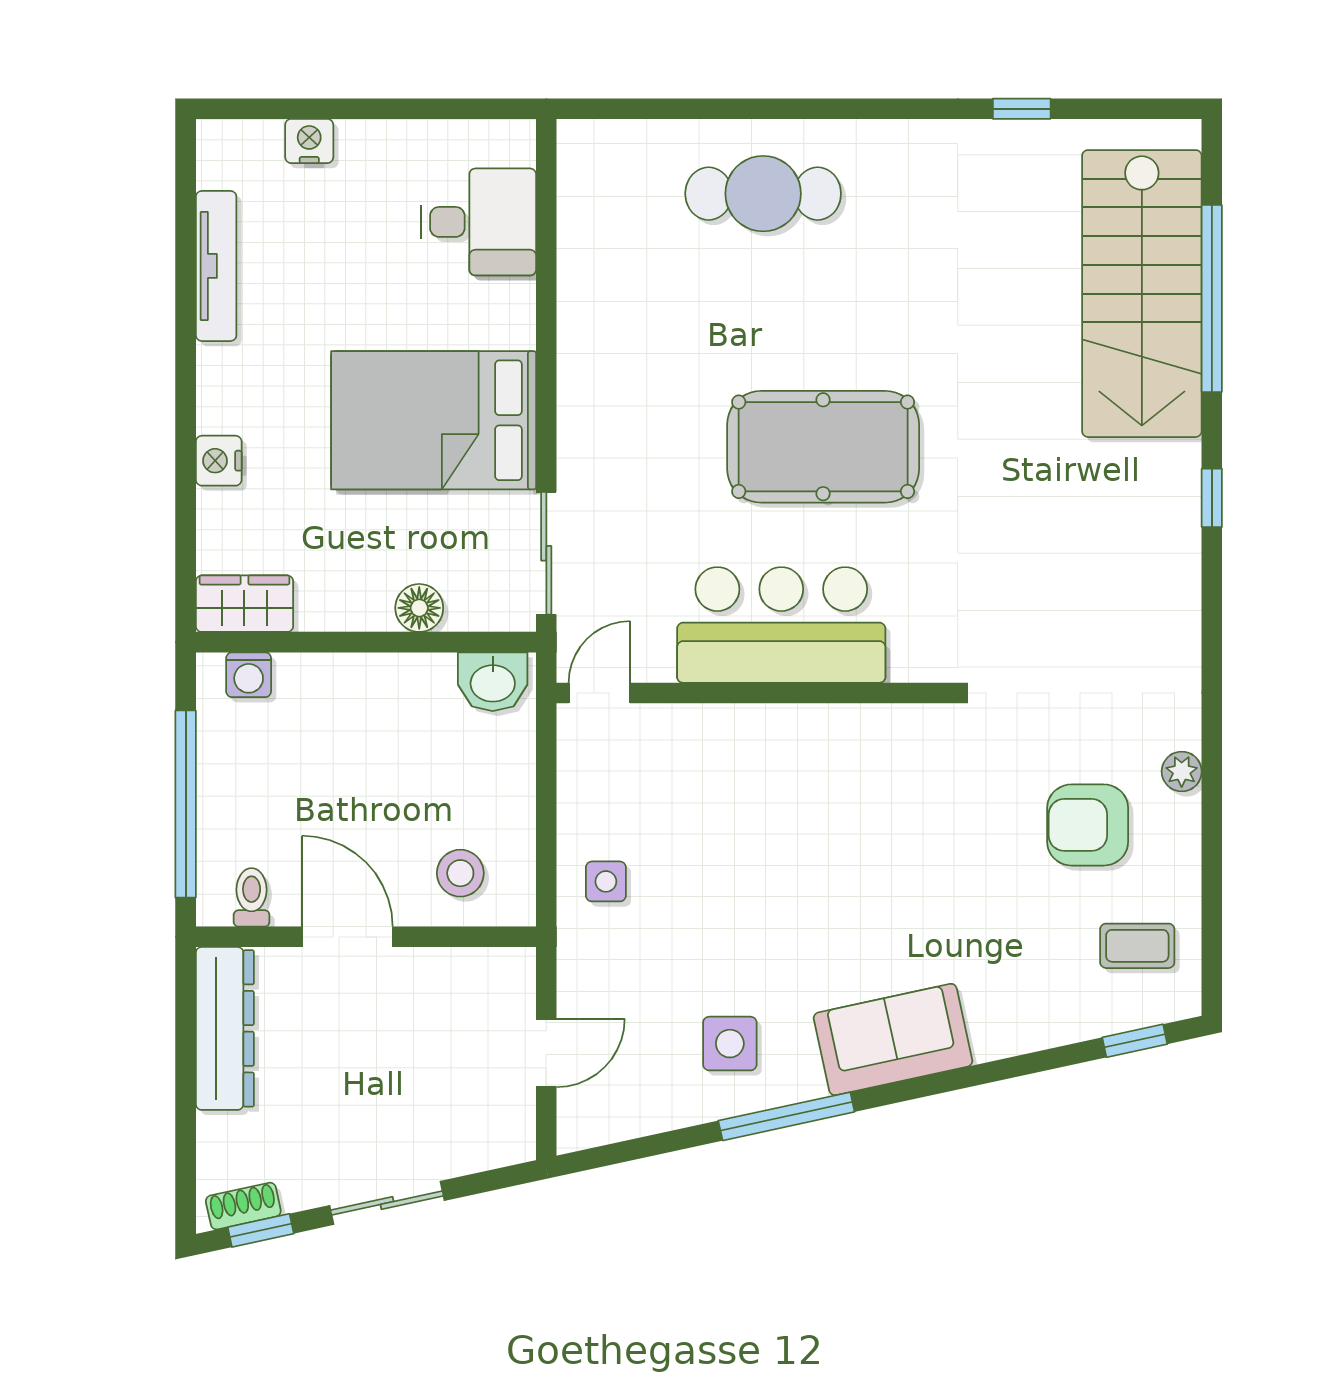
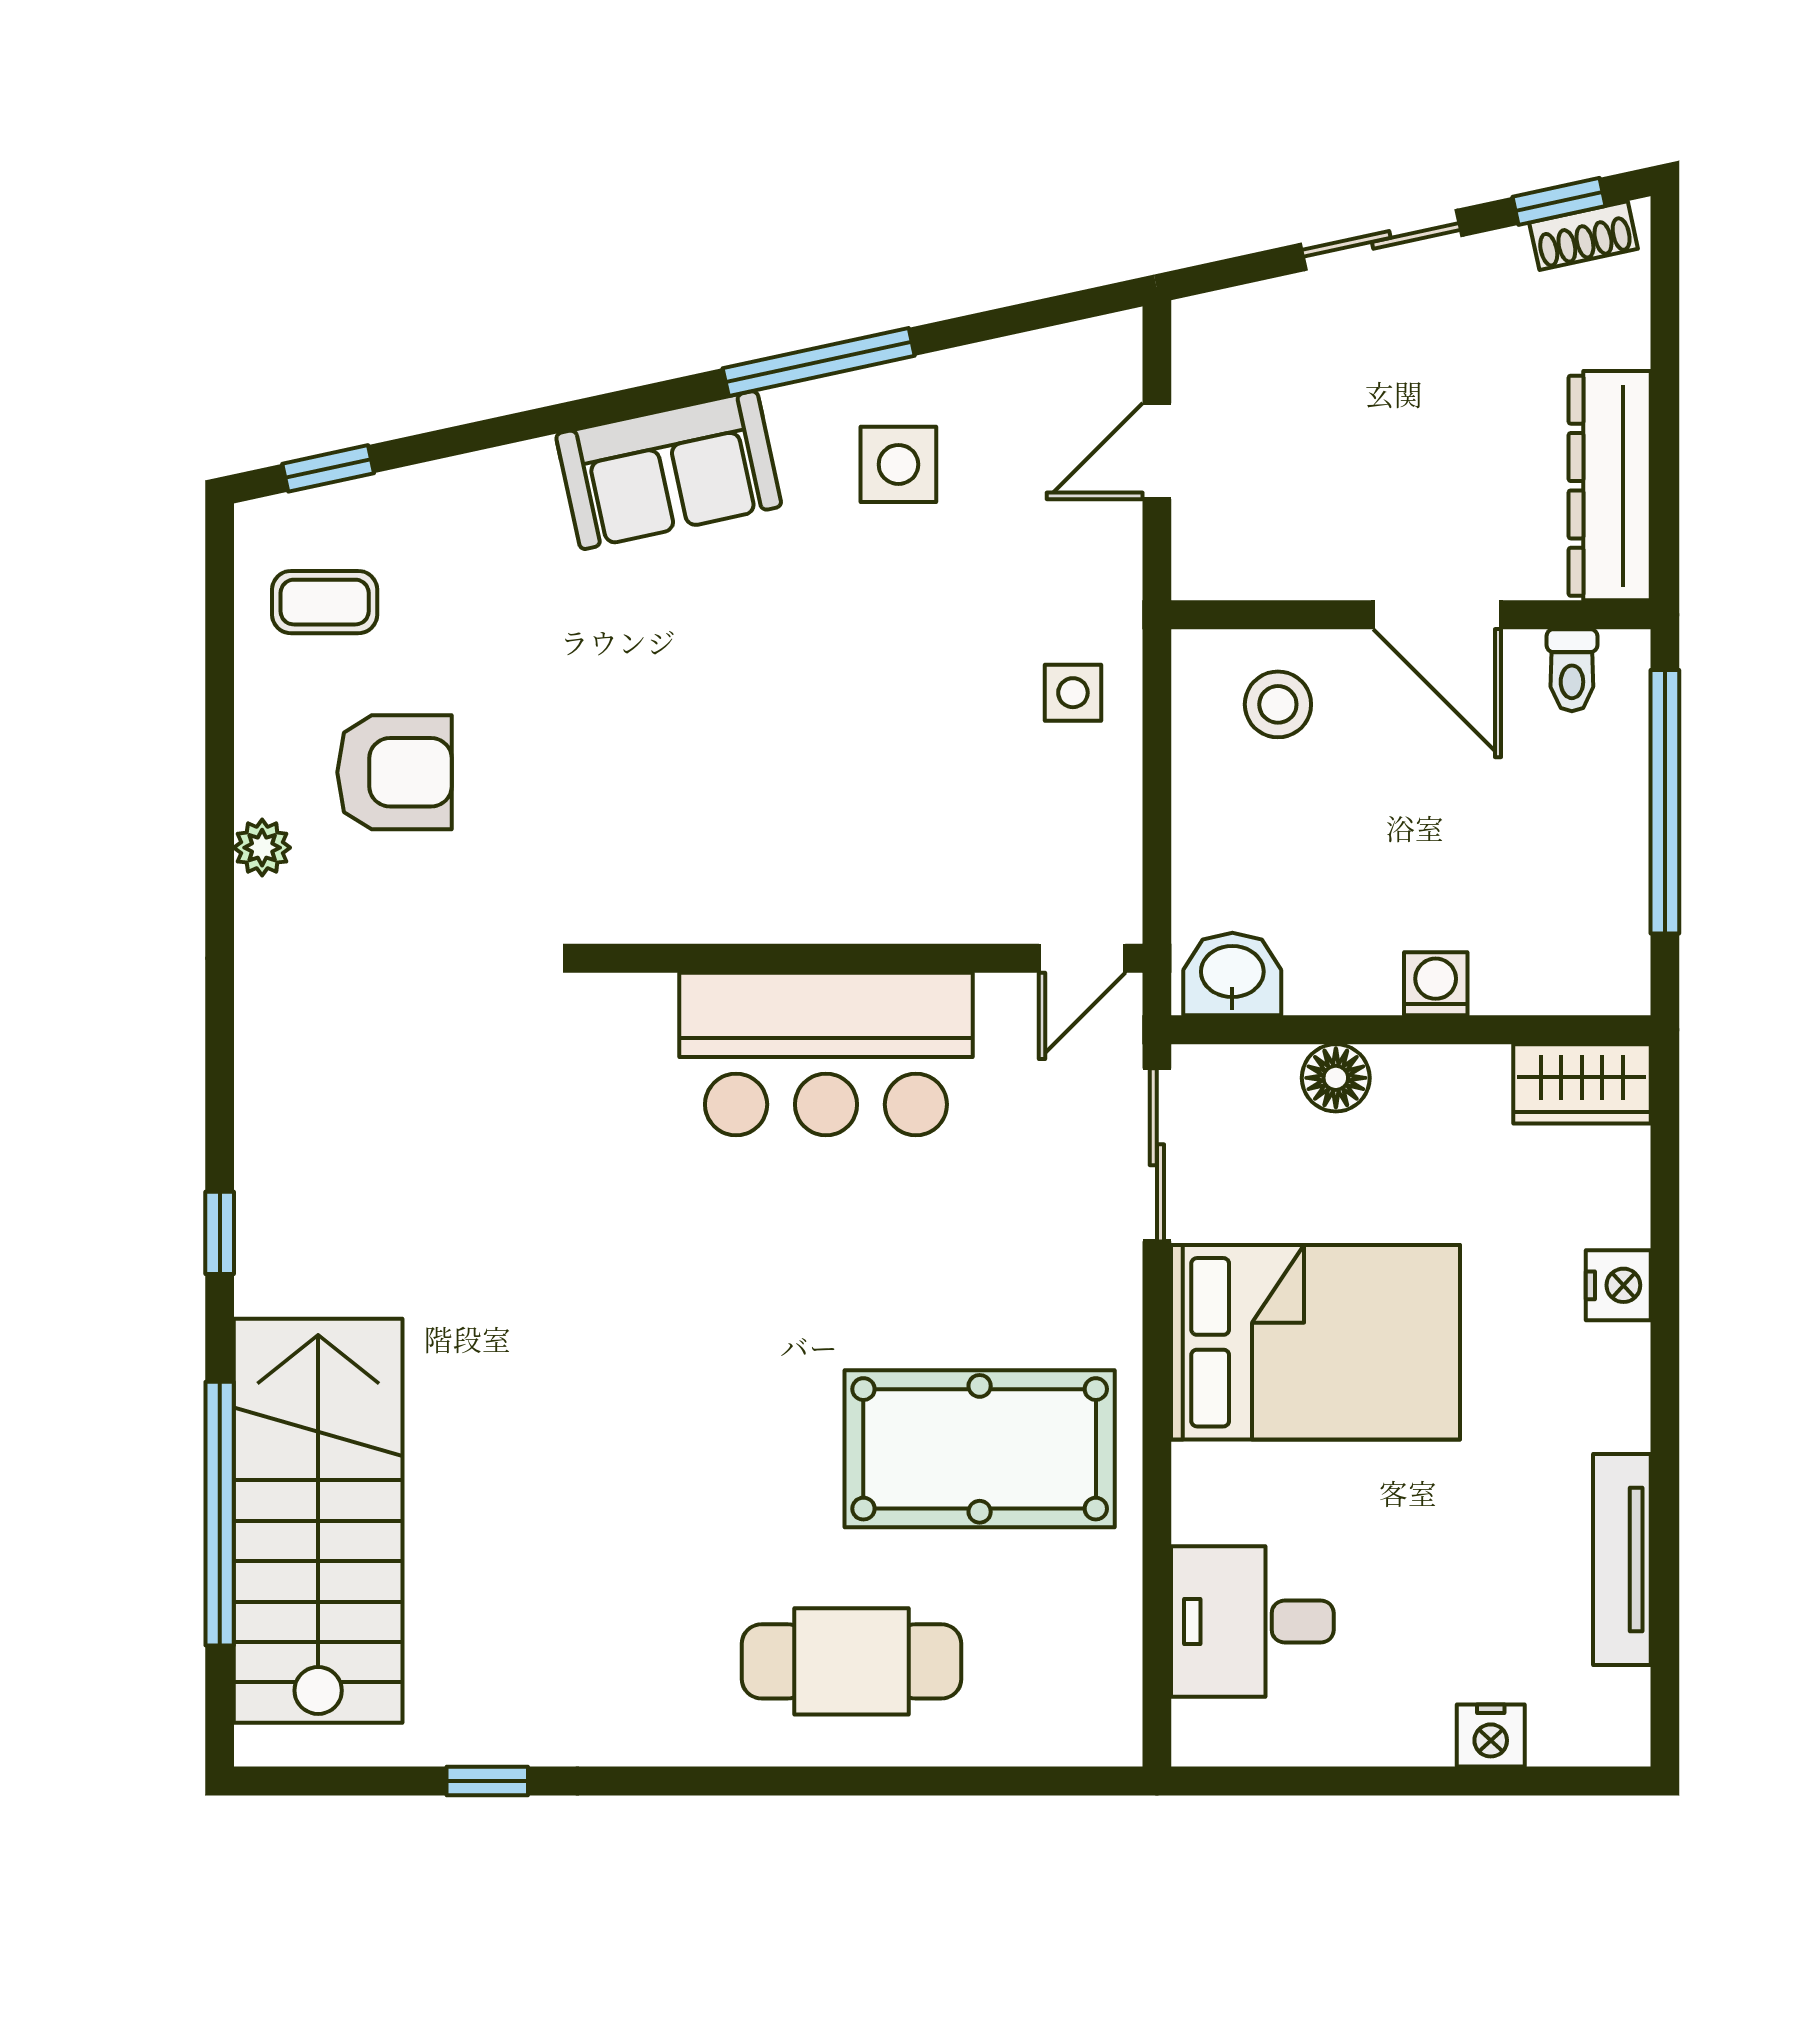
pool table: (823, 447) -> (980, 1449), moved
washing machine: (249, 675) -> (1436, 984), moved

